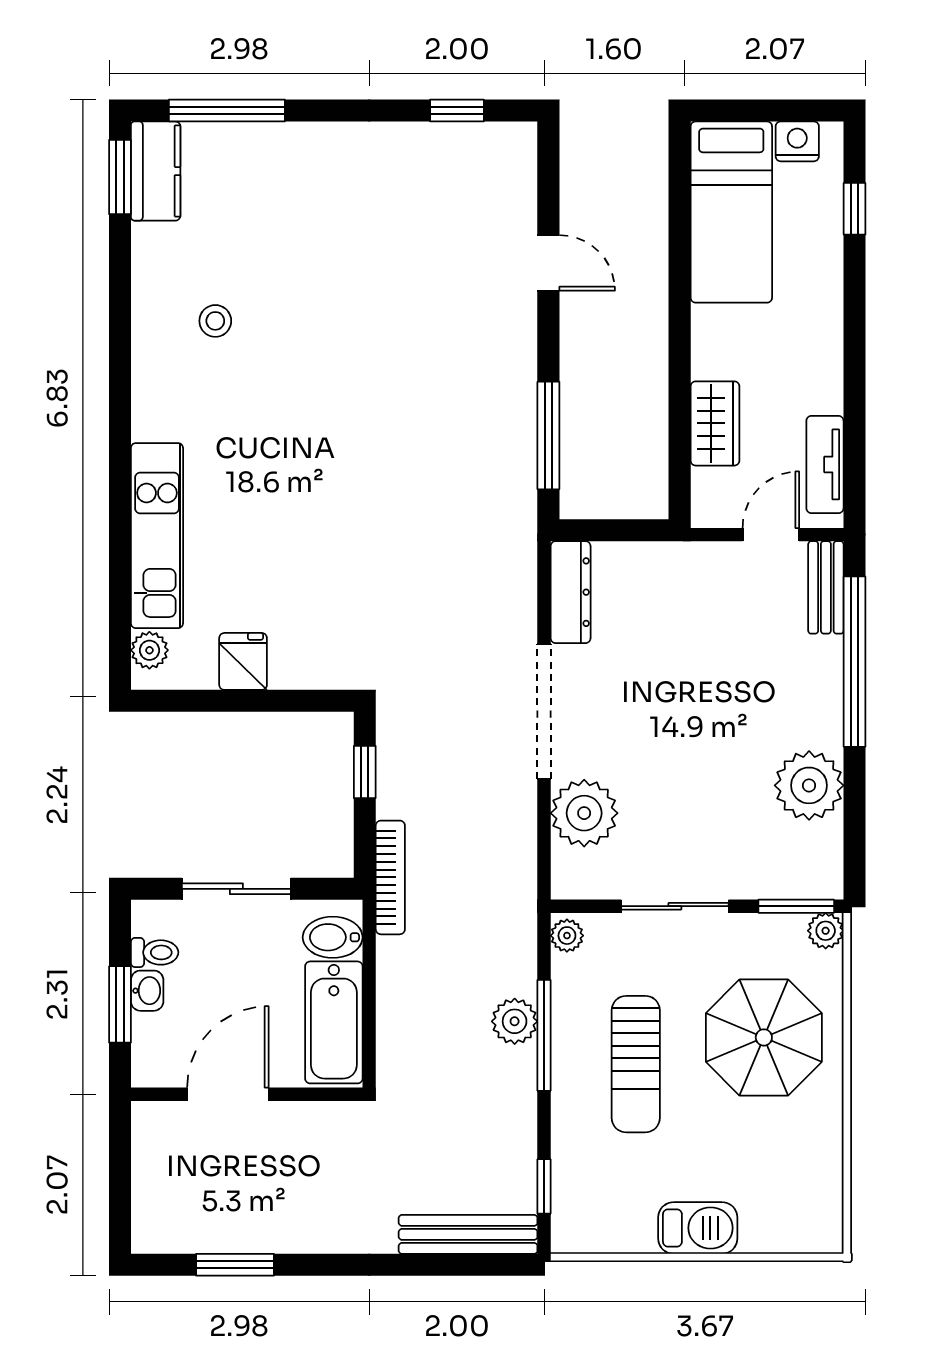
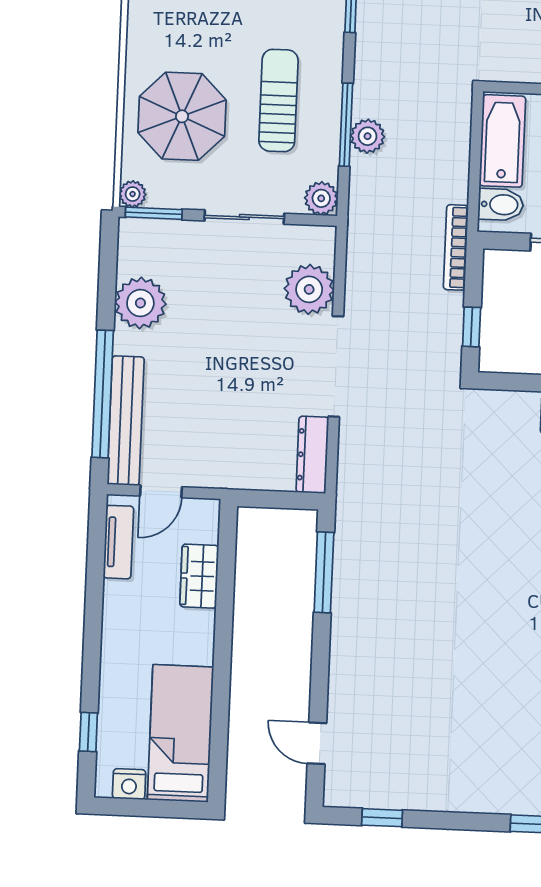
door: (548, 263) -> (317, 743), moved
bench: (826, 587) -> (126, 421), width x1.86, depth x1.21
plant: (567, 936) -> (321, 198), width x1.38, depth x1.38

